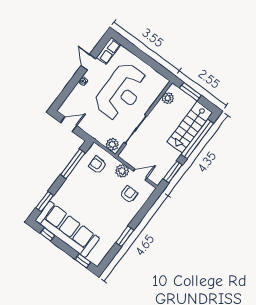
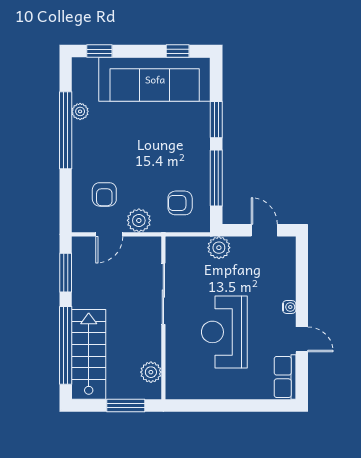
reception desk: (121, 92) -> (224, 332), width x0.74, depth x0.77
door: (69, 124) -> (264, 230), swing flipped
plant: (112, 144) -> (219, 248), moved
armchair: (98, 165) -> (180, 203), turned 180
window: (45, 202) -> (216, 120), moved
window: (125, 236) -> (66, 130), width x2.11
plant: (112, 240) -> (80, 111), added

